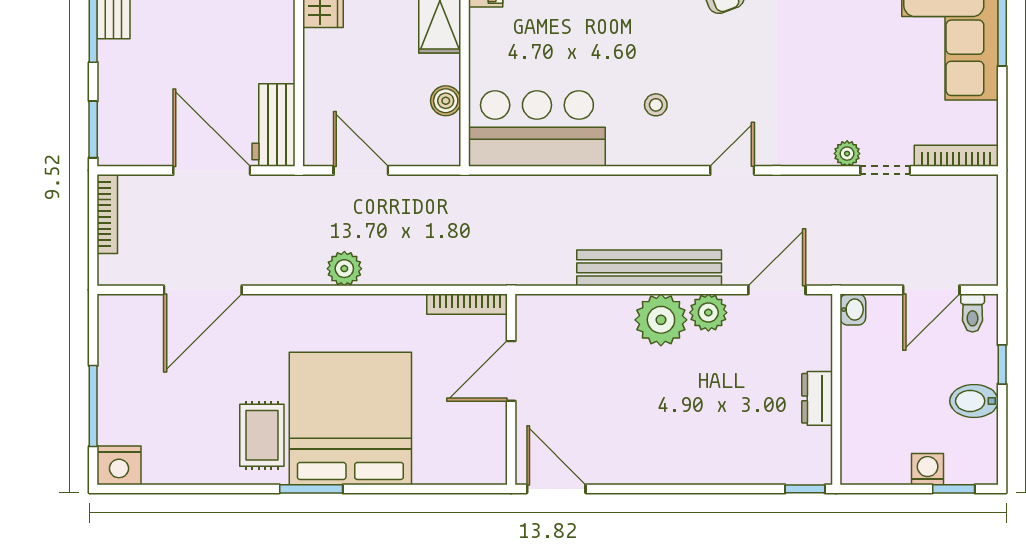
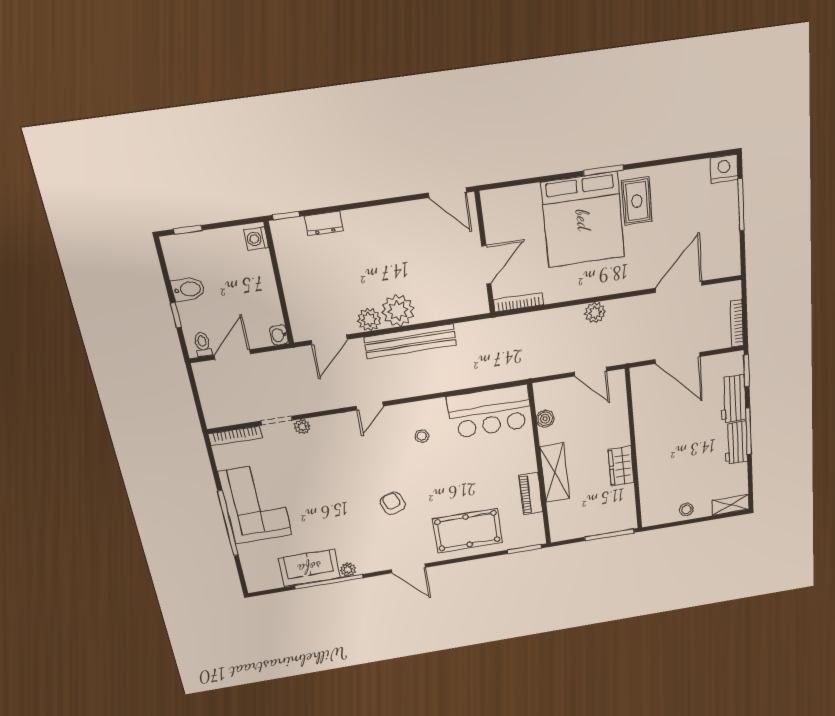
workbench: (273, 125) -> (733, 399), moved, turned 180
dresser: (817, 398) -> (324, 223), moved, turned 90
washing machine: (928, 469) -> (256, 239), moved, turned 90

